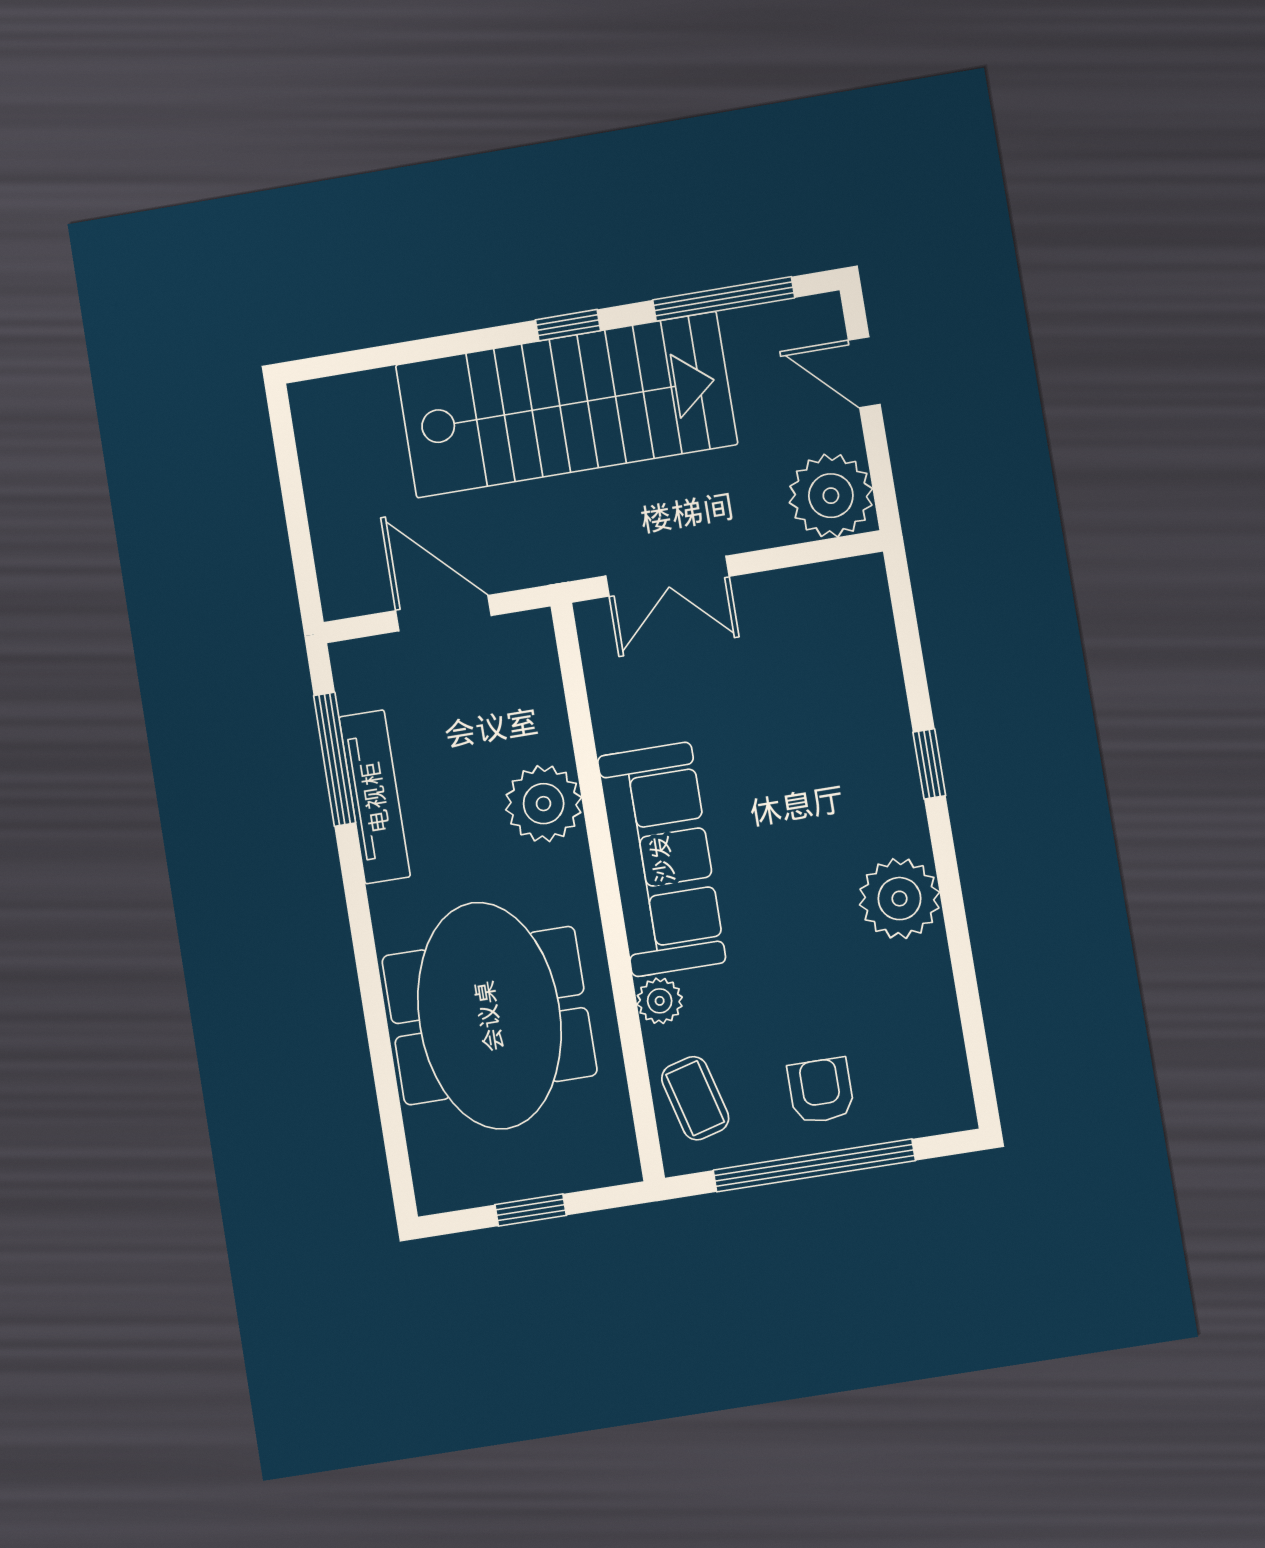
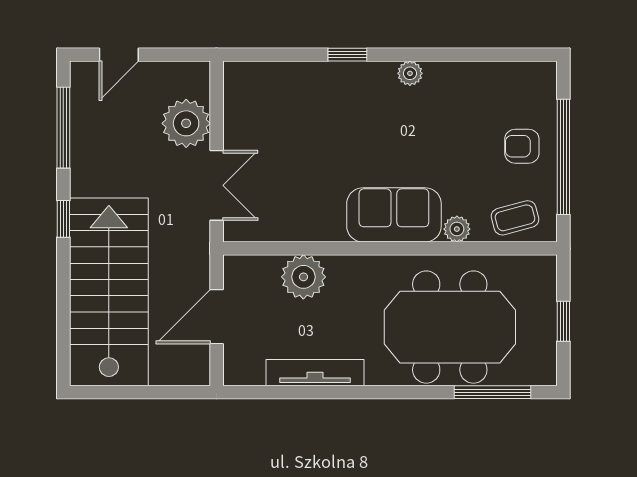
stairs: (566, 405) -> (109, 292), moved
plant: (831, 496) -> (186, 123), moved
window: (335, 759) -> (493, 392), moved
plant: (544, 804) -> (303, 277), moved
sofa: (662, 859) -> (394, 215), width x0.73
plant: (899, 899) -> (410, 73), width x0.53, depth x0.53

